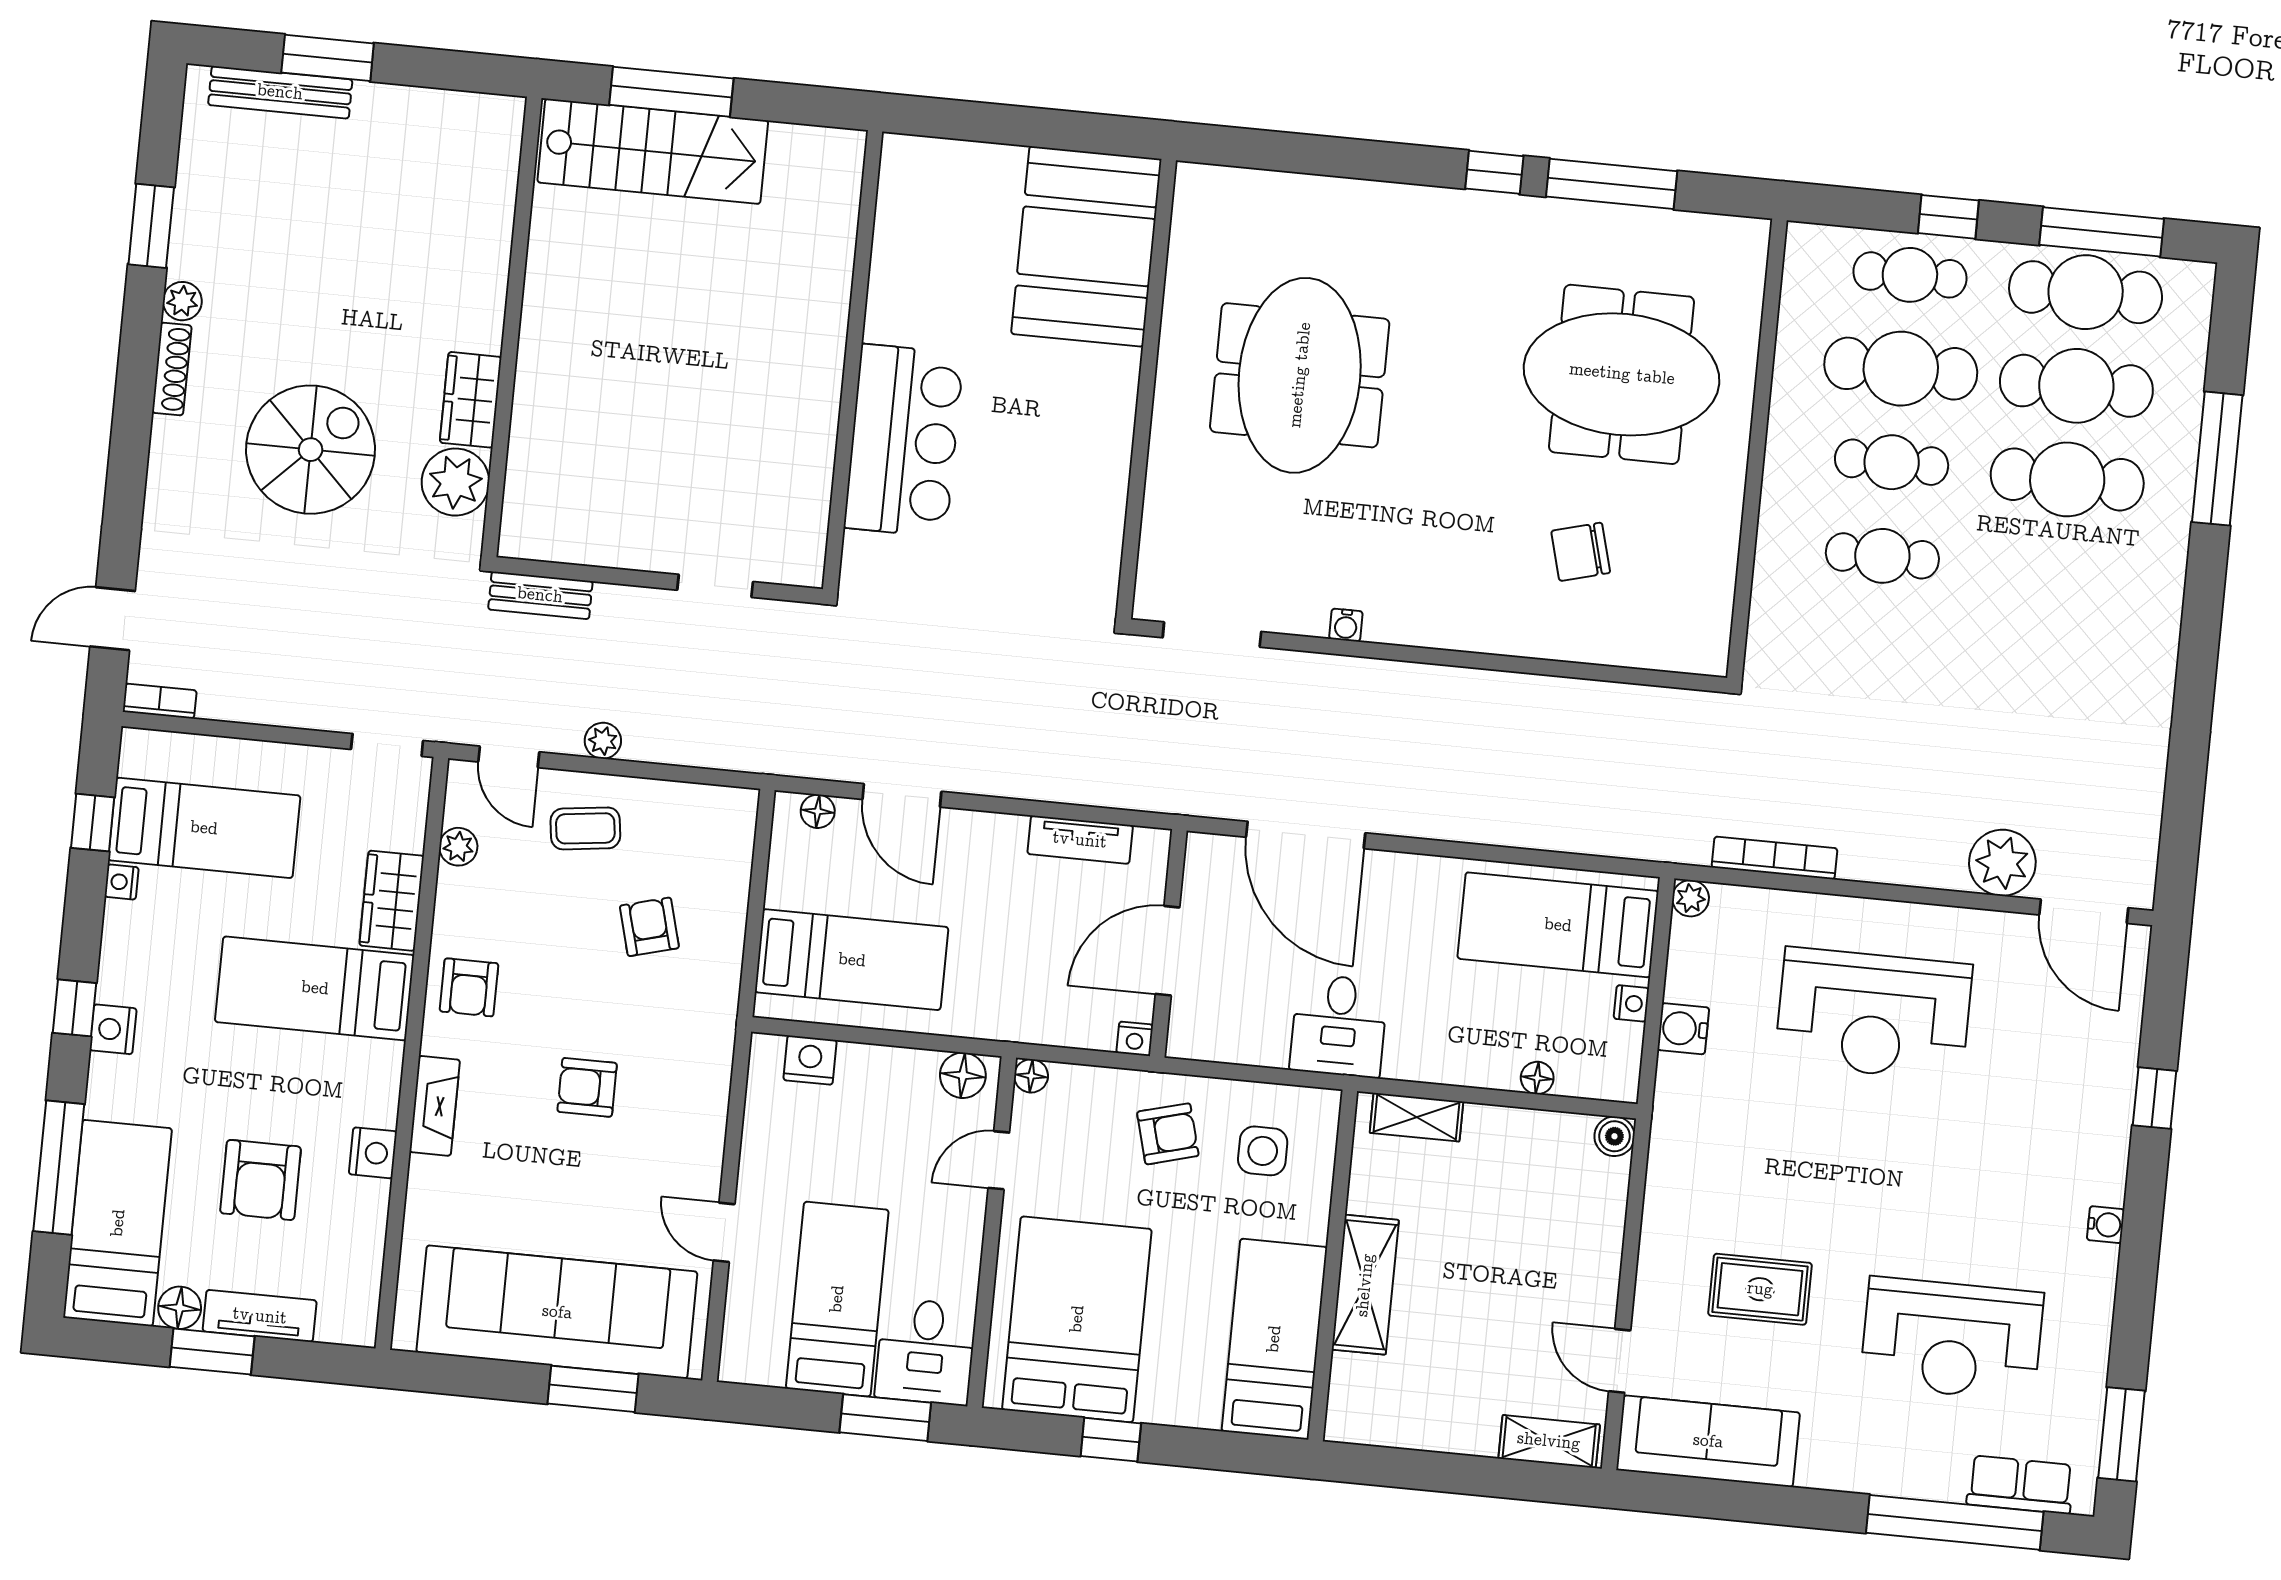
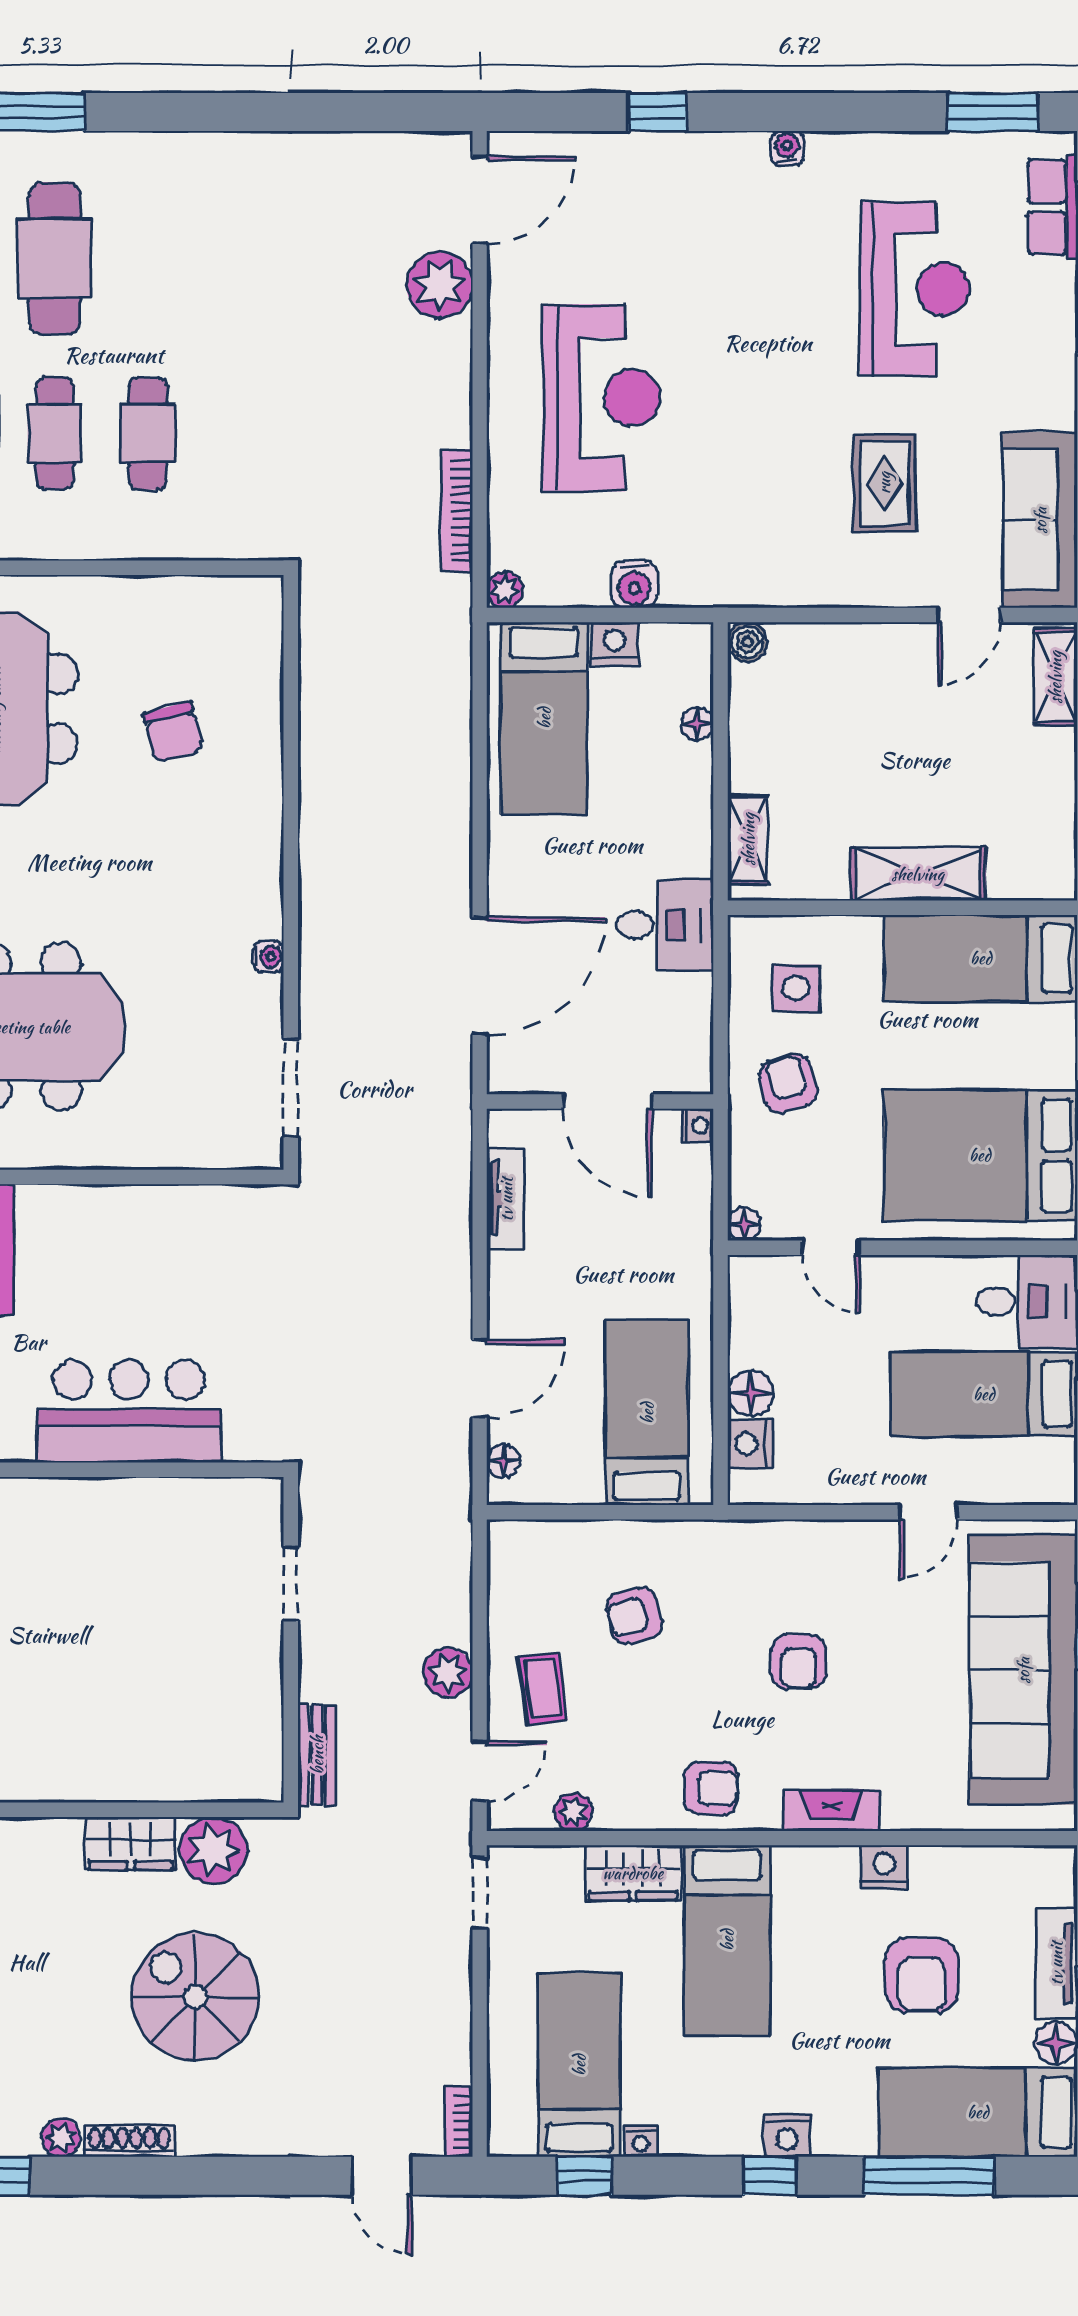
plant: (603, 741) -> (448, 1673), width x1.38, depth x1.38
nightstand: (1631, 1003) -> (614, 644), width x1.39, depth x1.35
floor lamp: (963, 1075) -> (750, 1393), moved
armchair: (261, 1180) -> (922, 1975), turned 90

